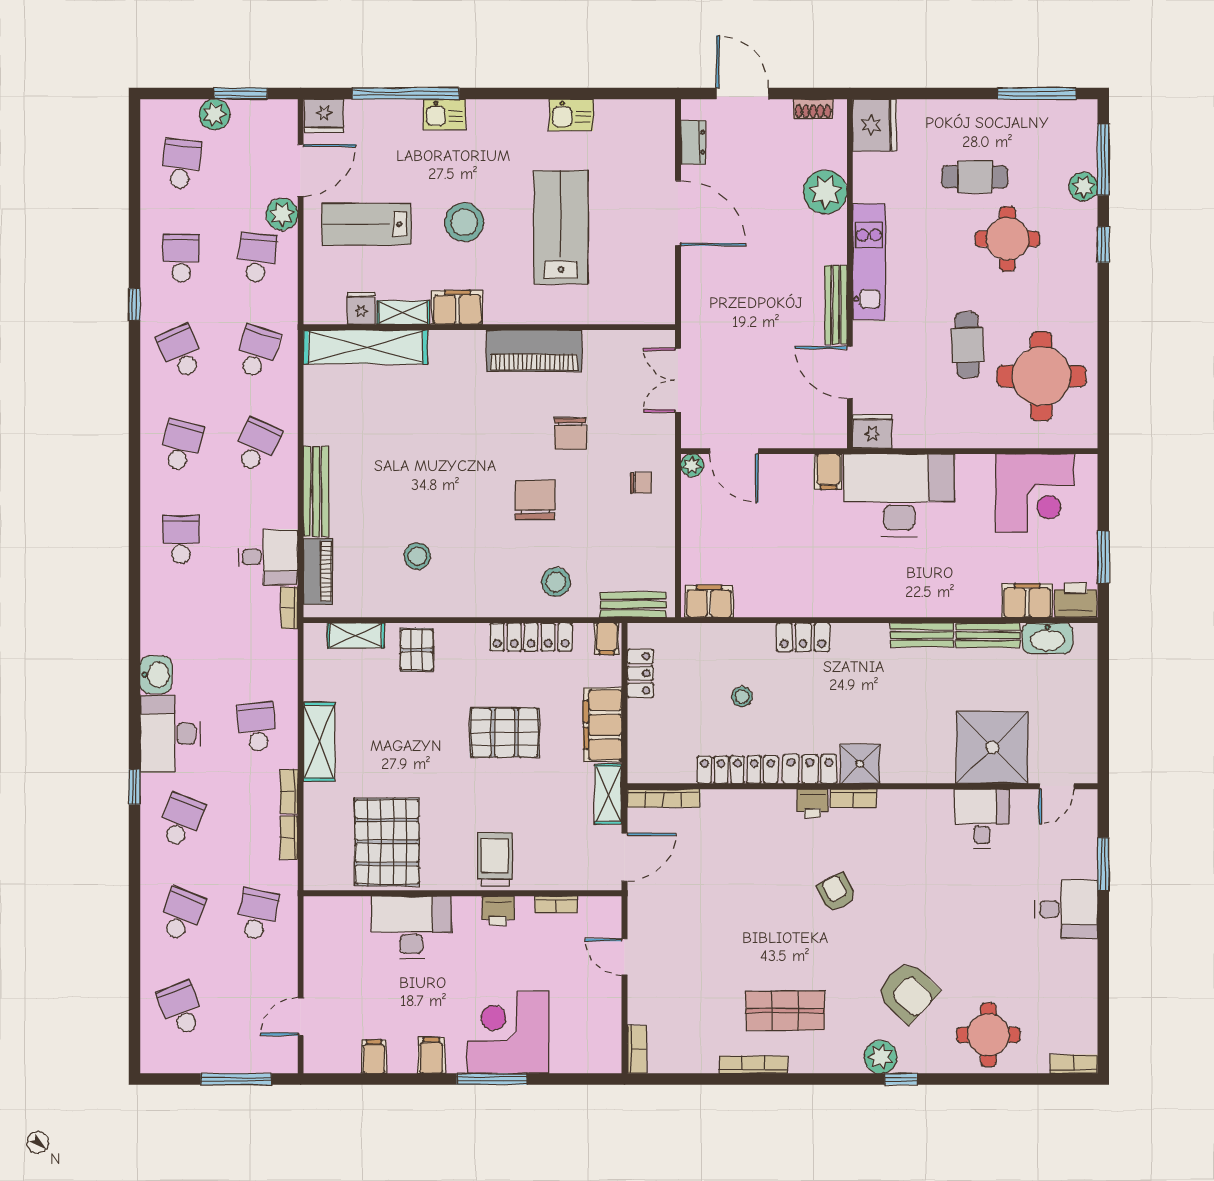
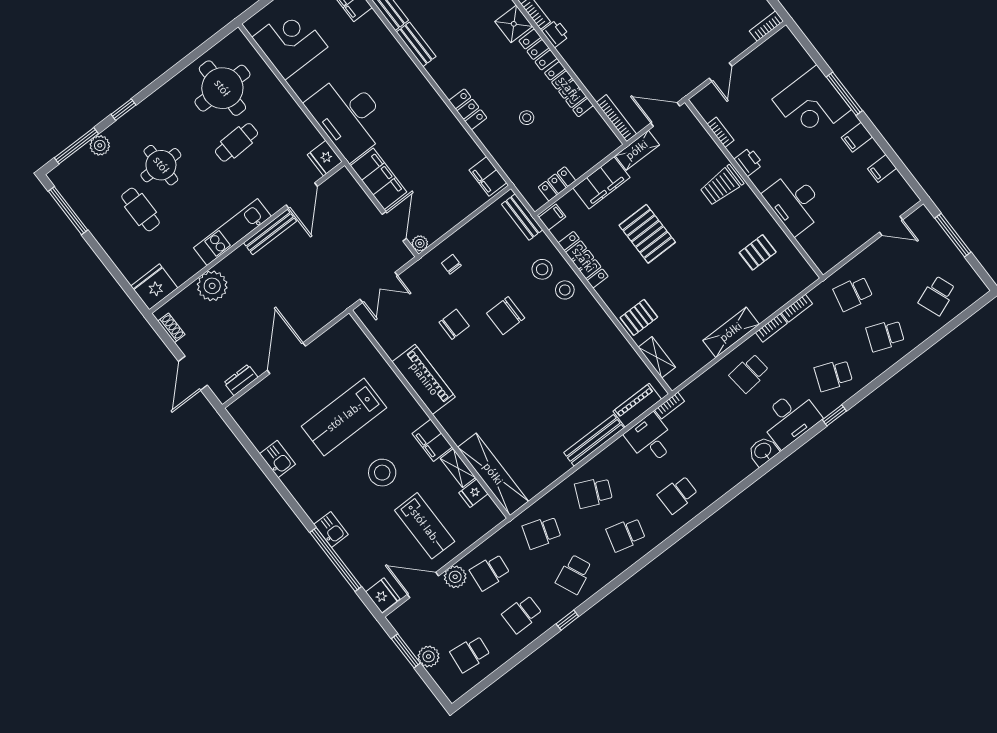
filing cabinet: (828, 472) -> (379, 179), width x3.00, depth x1.17
stool: (417, 556) -> (565, 290), moved
pallet: (387, 842) -> (758, 252), width x0.49, depth x0.50

